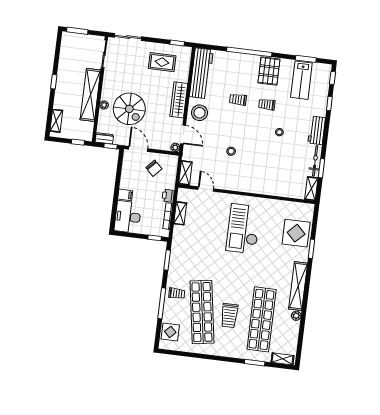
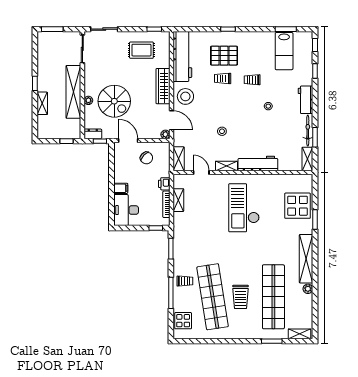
window: (249, 52) -> (228, 29), width x0.32
pallet: (269, 71) -> (224, 56), moved, turned 90
shelving: (56, 121) -> (42, 103), moved
shelving: (231, 186) -> (226, 166), added
workbench: (262, 187) -> (258, 163), added

